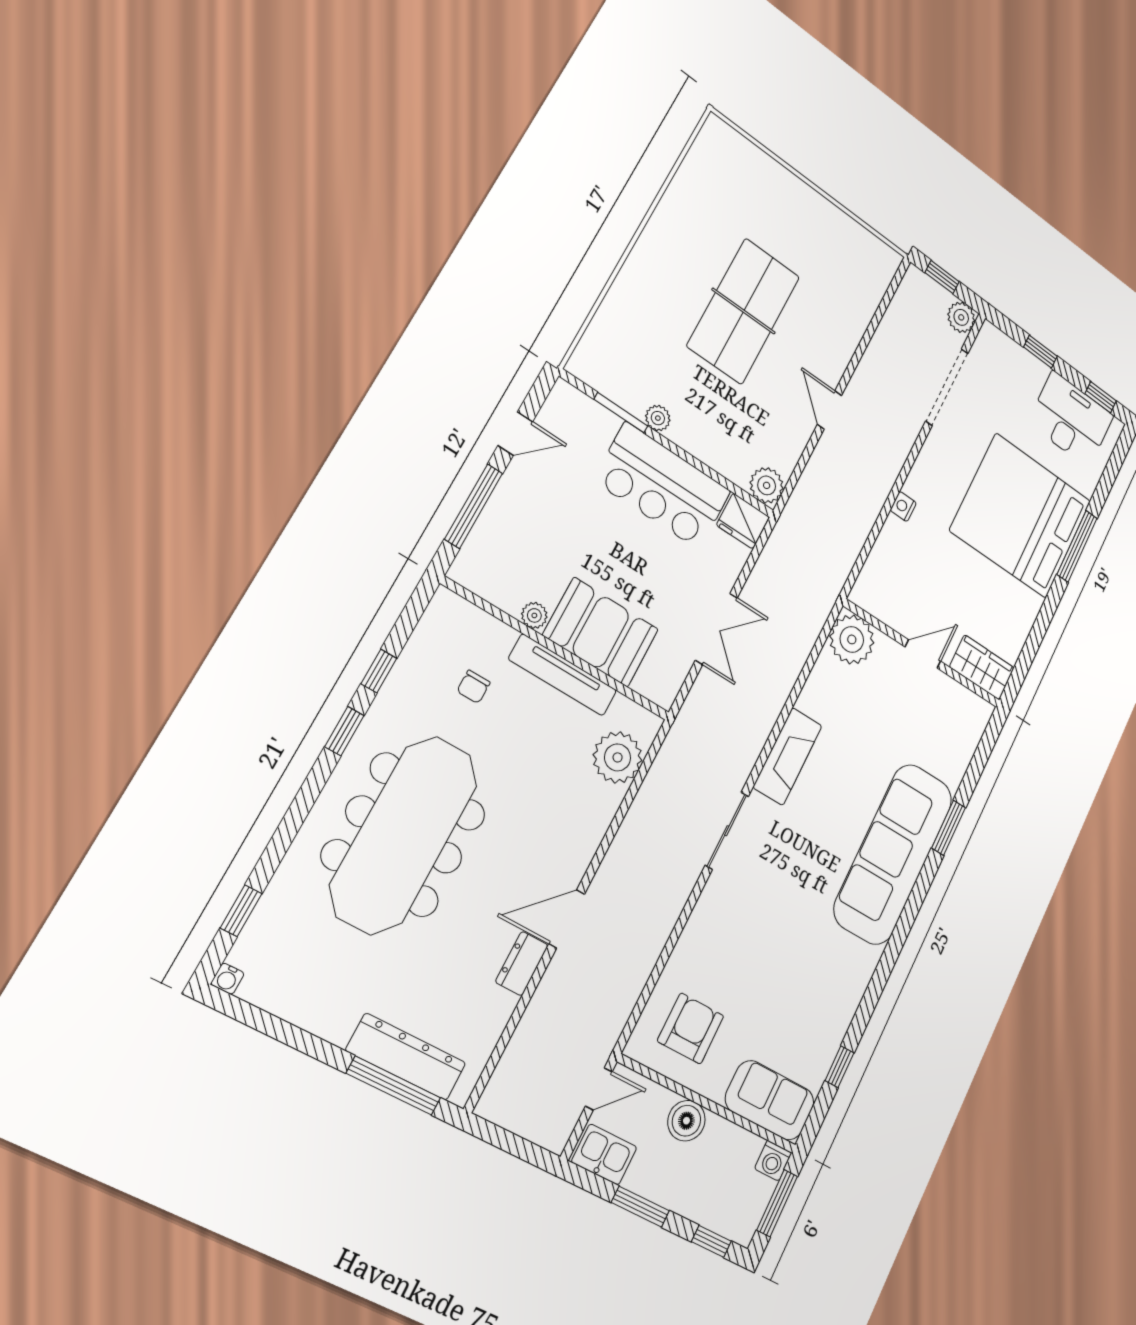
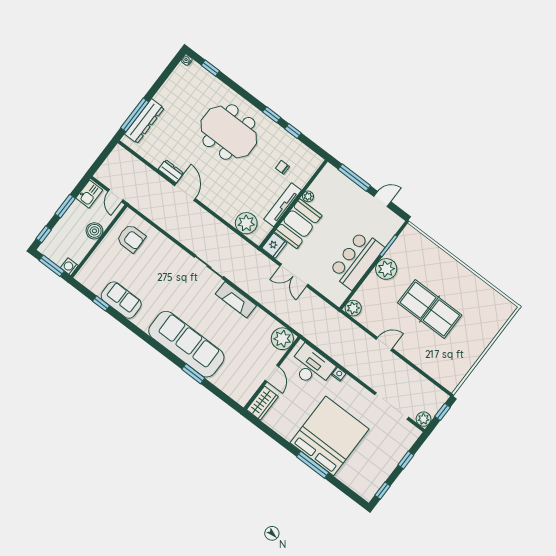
plant: (658, 418) -> (386, 269), width x1.88, depth x1.88
desk: (1071, 419) -> (311, 367), moved, turned -90
door: (515, 434) -> (382, 199), swing flipped
fridge: (743, 521) -> (274, 246), moved, turned 180
meeting table: (404, 835) -> (229, 132), width x0.73
sofa: (770, 1100) -> (121, 300), moved, turned -90

